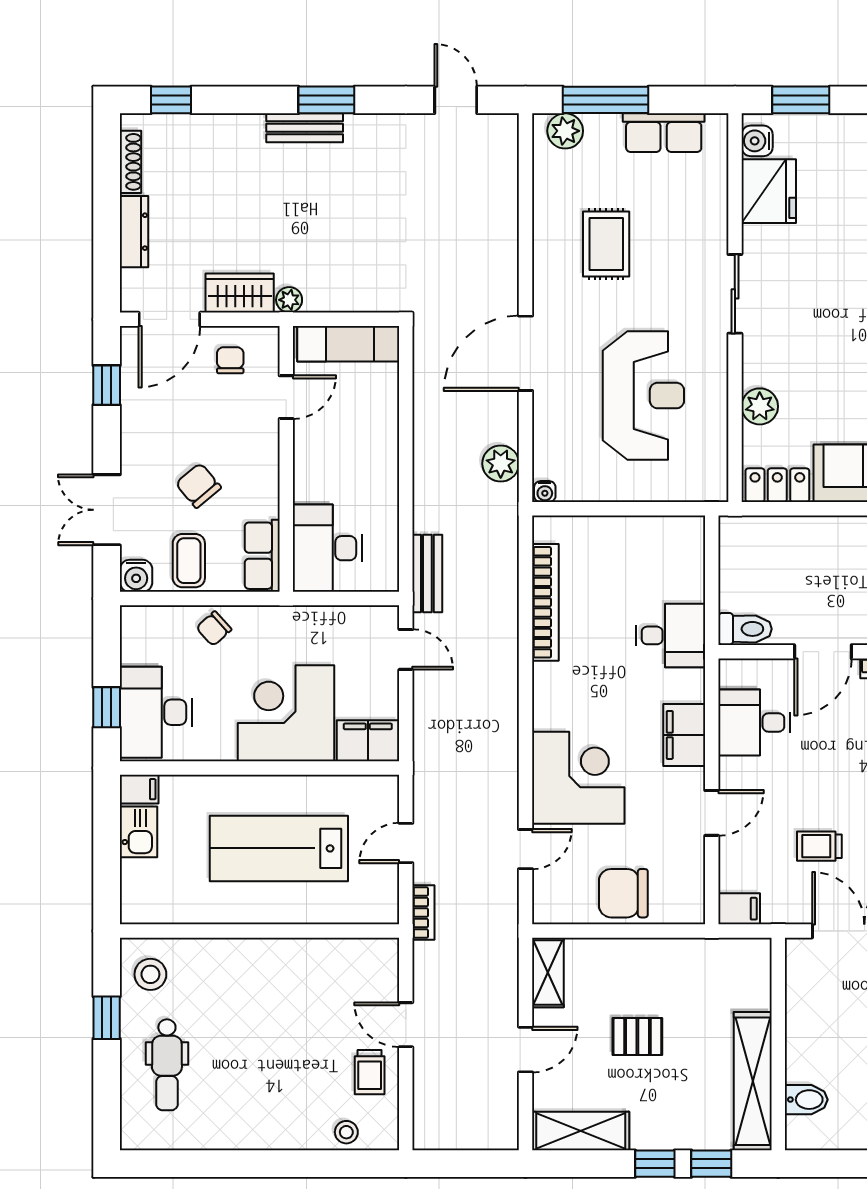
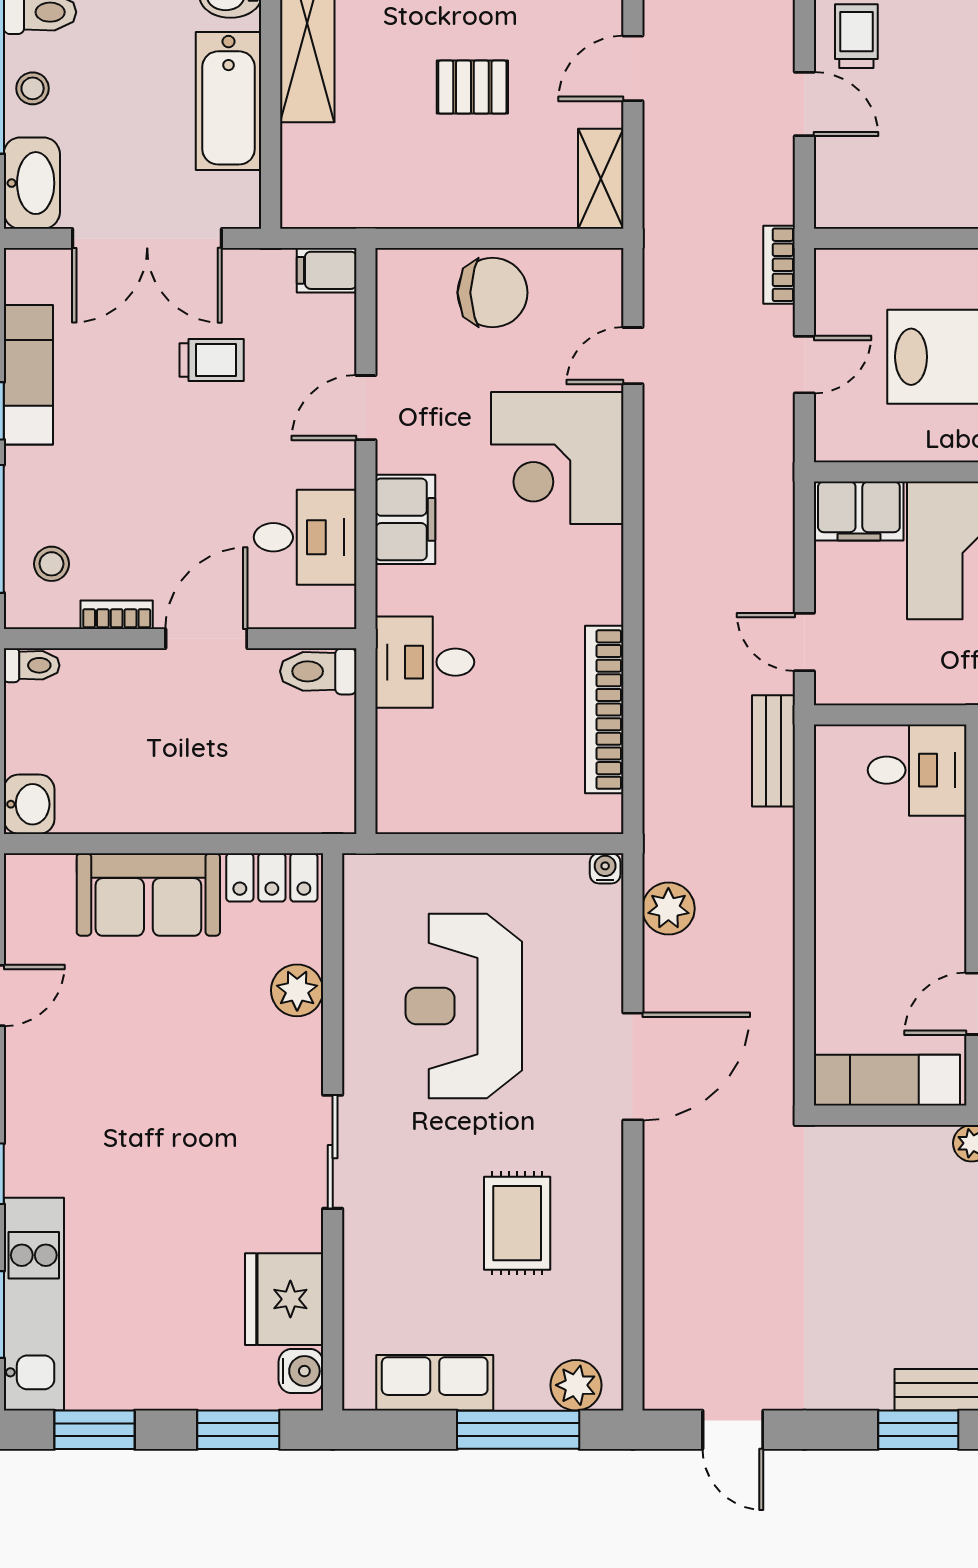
desk: (327, 548) -> (917, 770), width x0.73
bathtub: (808, 1027) -> (229, 101), added

